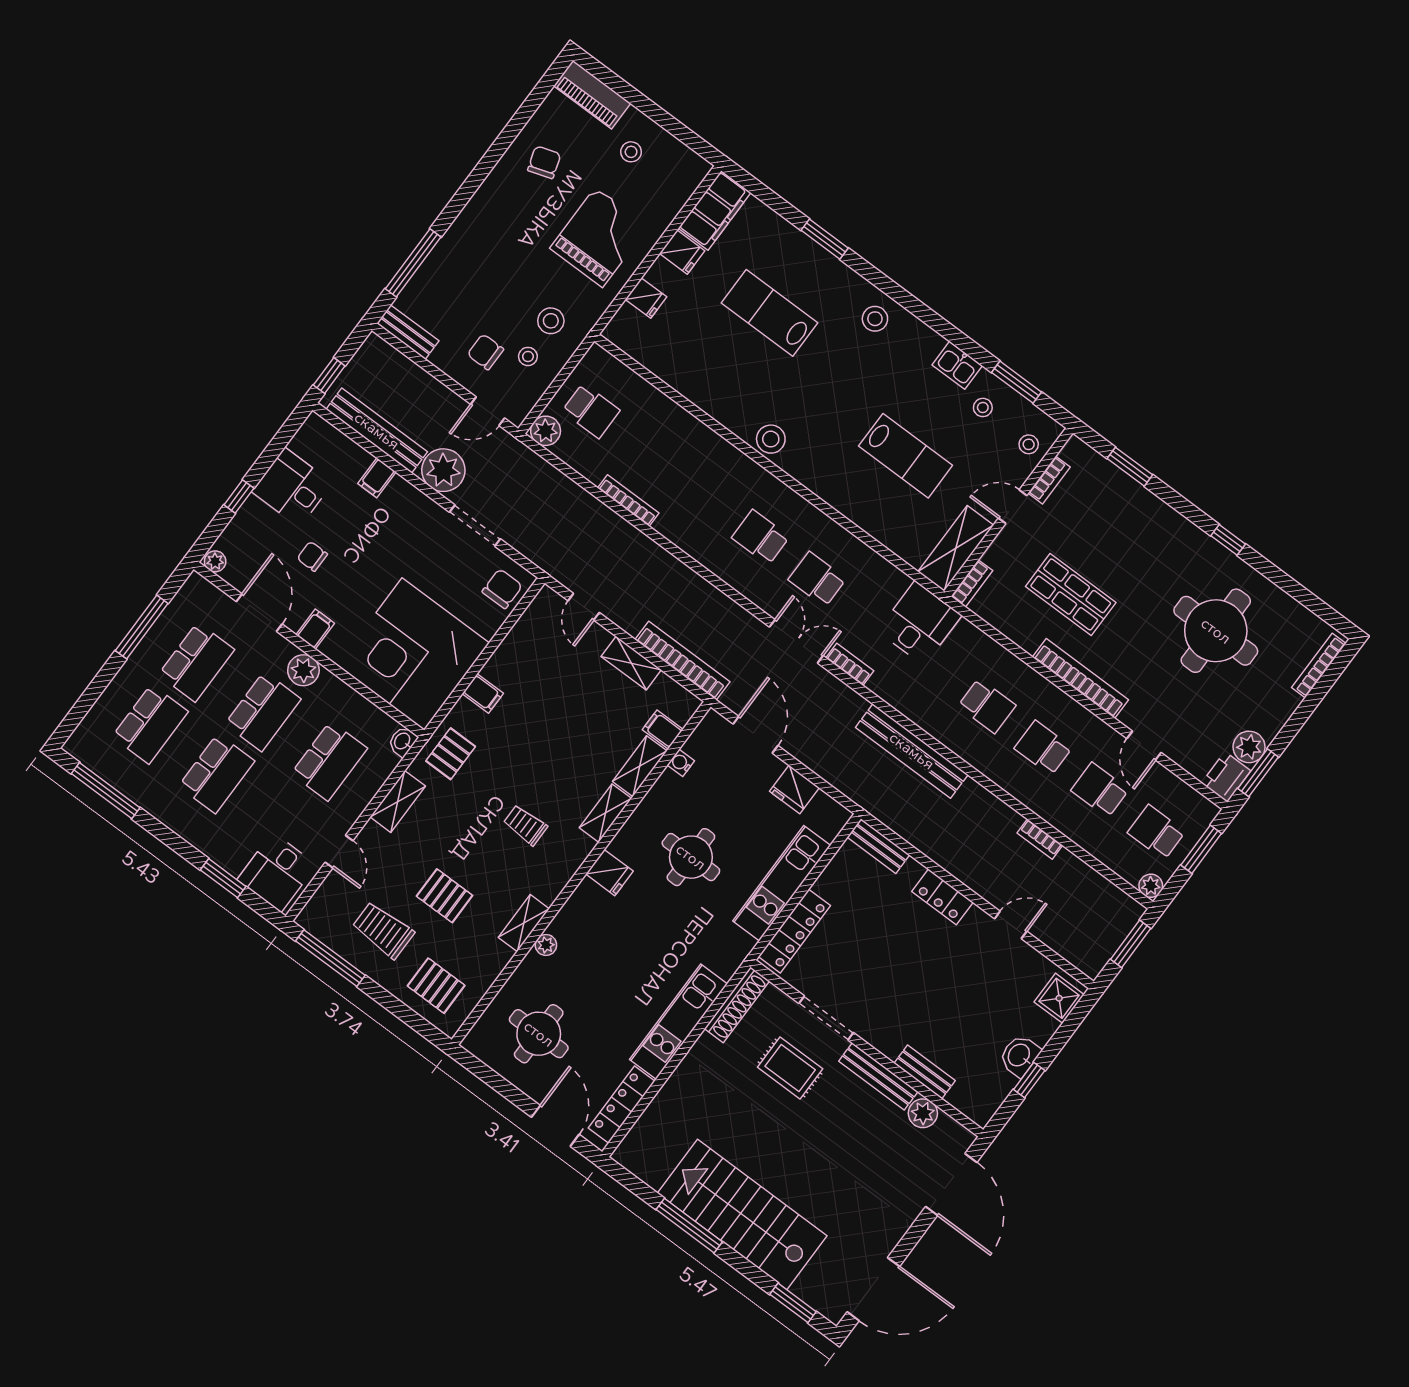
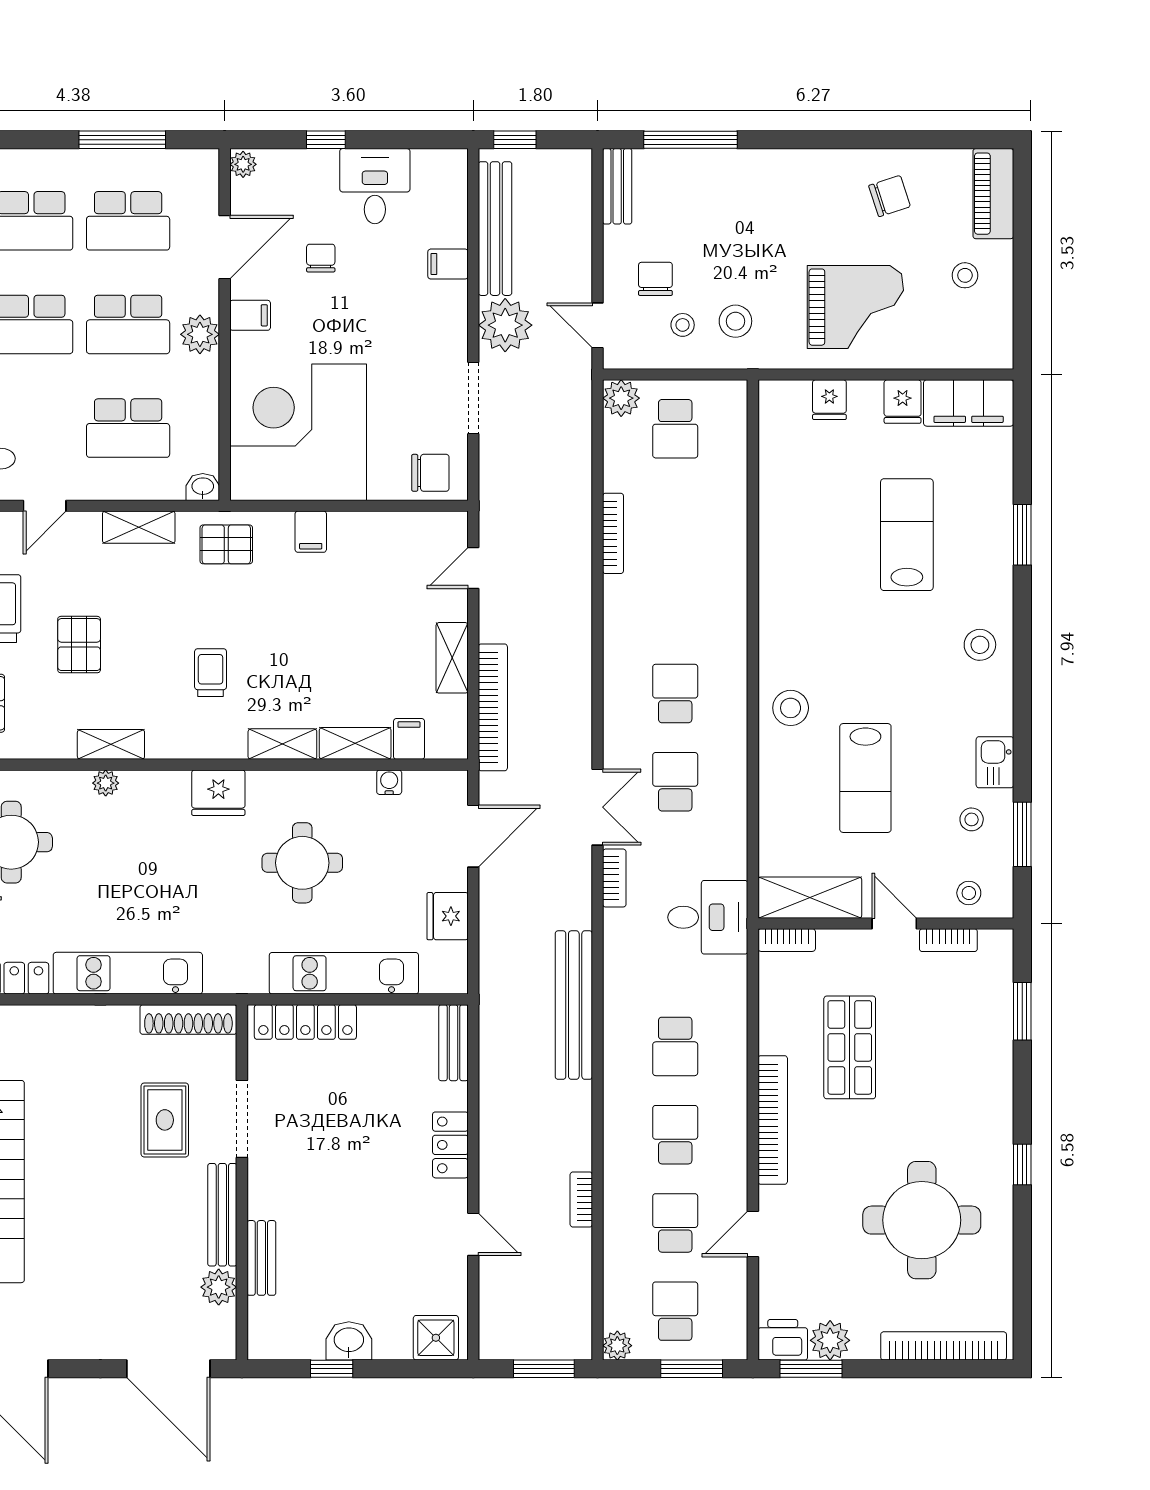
stool: (771, 439) -> (791, 708), moved
bookcase: (1319, 665) -> (944, 1346), width x1.48, depth x1.31
fridge: (609, 873) -> (218, 793), width x1.38
door: (951, 1185) -> (168, 1369), hinge flipped

